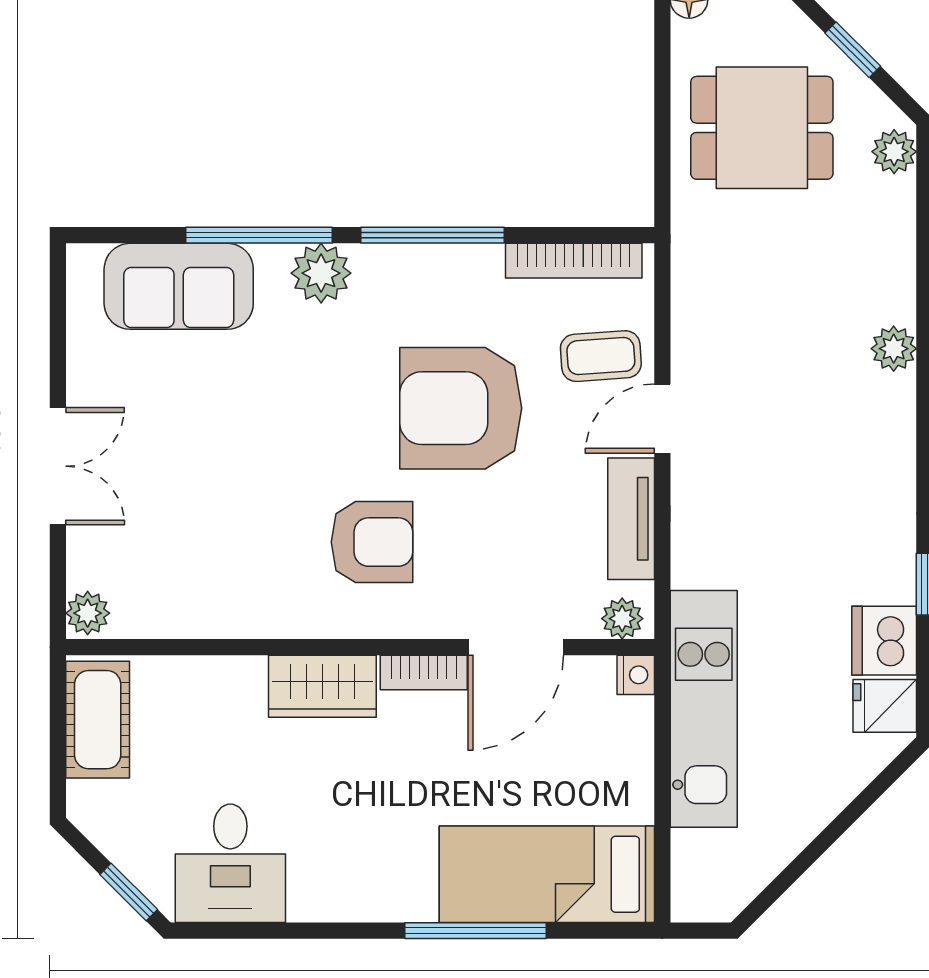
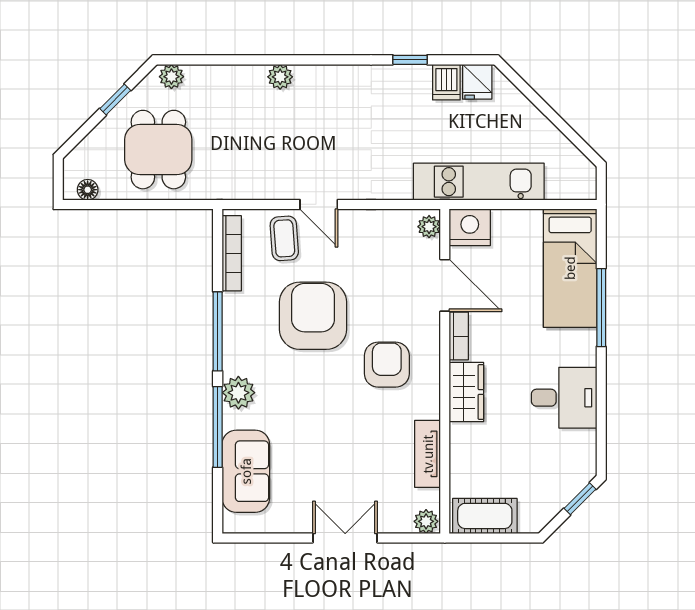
armchair: (461, 408) -> (313, 316), turned 180
tv unit: (631, 519) -> (428, 454), moved, turned 90
dishwasher: (884, 641) -> (446, 82), width x0.73
nightstand: (636, 675) -> (470, 227), width x1.89, depth x1.79
desk: (230, 863) -> (564, 398), moved

